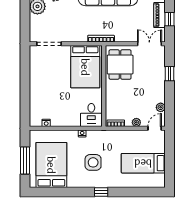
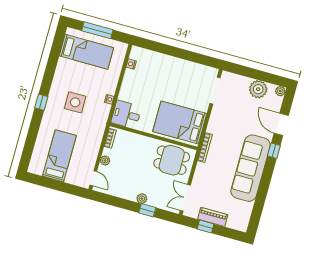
double door: (149, 44) -> (185, 198), swing flipped
plant: (161, 107) -> (142, 199), moved
bed: (51, 165) -> (86, 52), width x0.67

